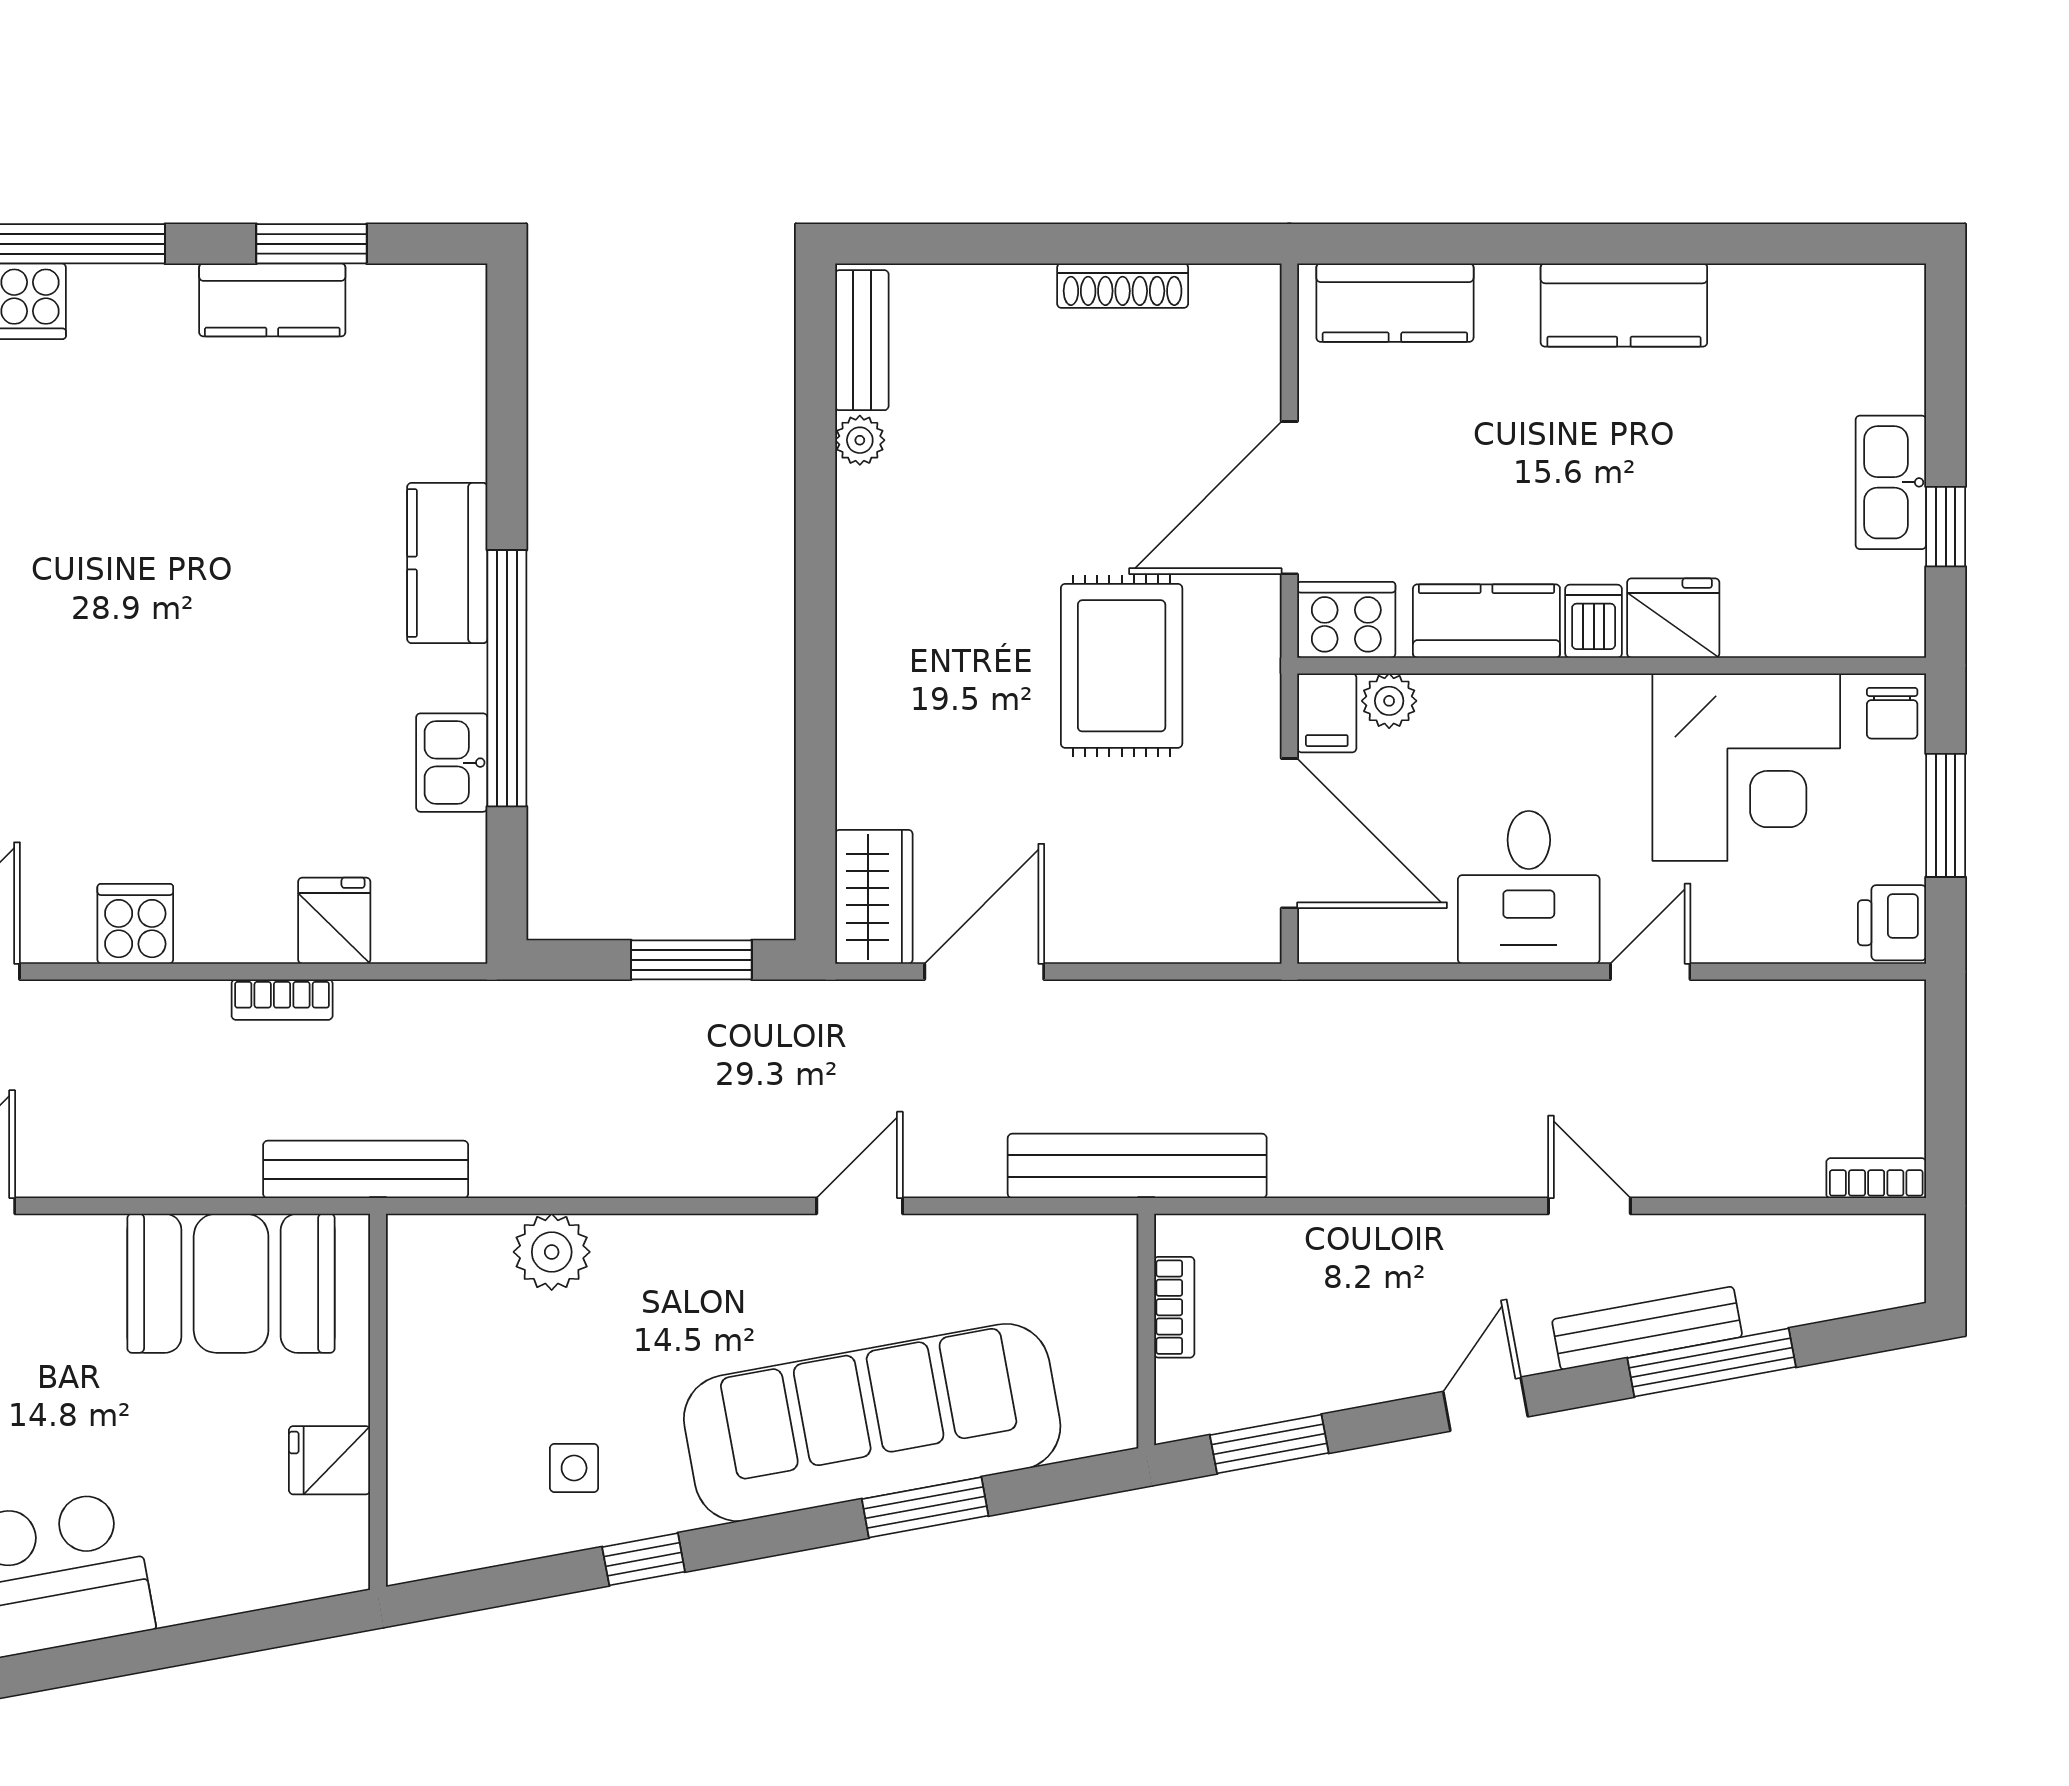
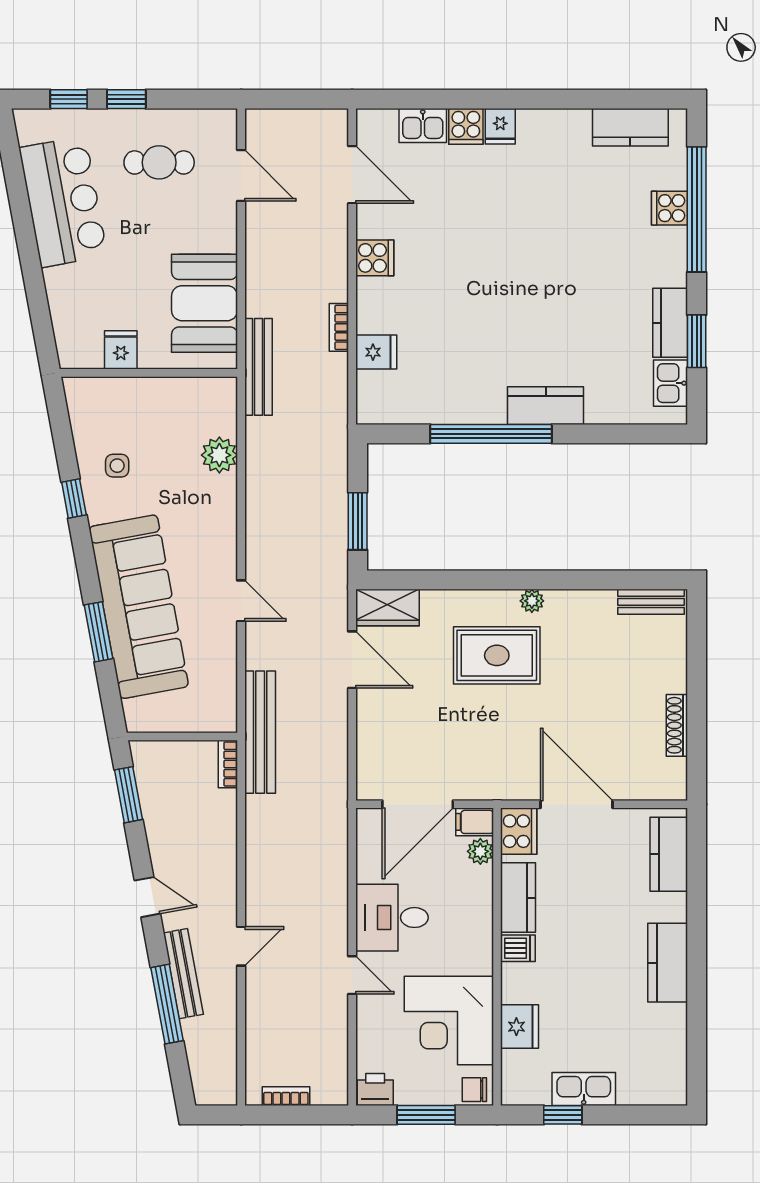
plant: (860, 440) -> (532, 601), moved
fridge: (1673, 618) -> (519, 1027), moved
rug: (1122, 666) -> (497, 655), moved
kitchen sink: (452, 763) -> (671, 383), moved, turned -90
bookcase: (1876, 1178) -> (286, 1096), moved, turned -90
bookcase: (1174, 1307) -> (228, 764), moved, turned 90

